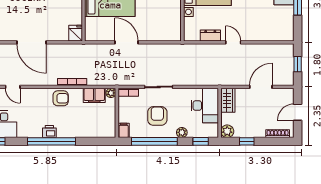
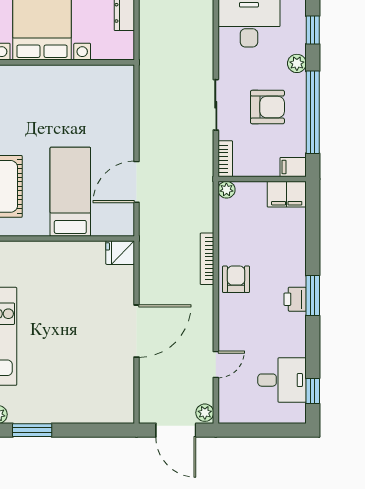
door: (127, 42) -> (137, 182), moved
filing cabinet: (94, 95) -> (287, 194), moved, turned 90
armchair: (157, 116) -> (267, 107), turned 180
window: (51, 141) -> (313, 295), width x0.47

